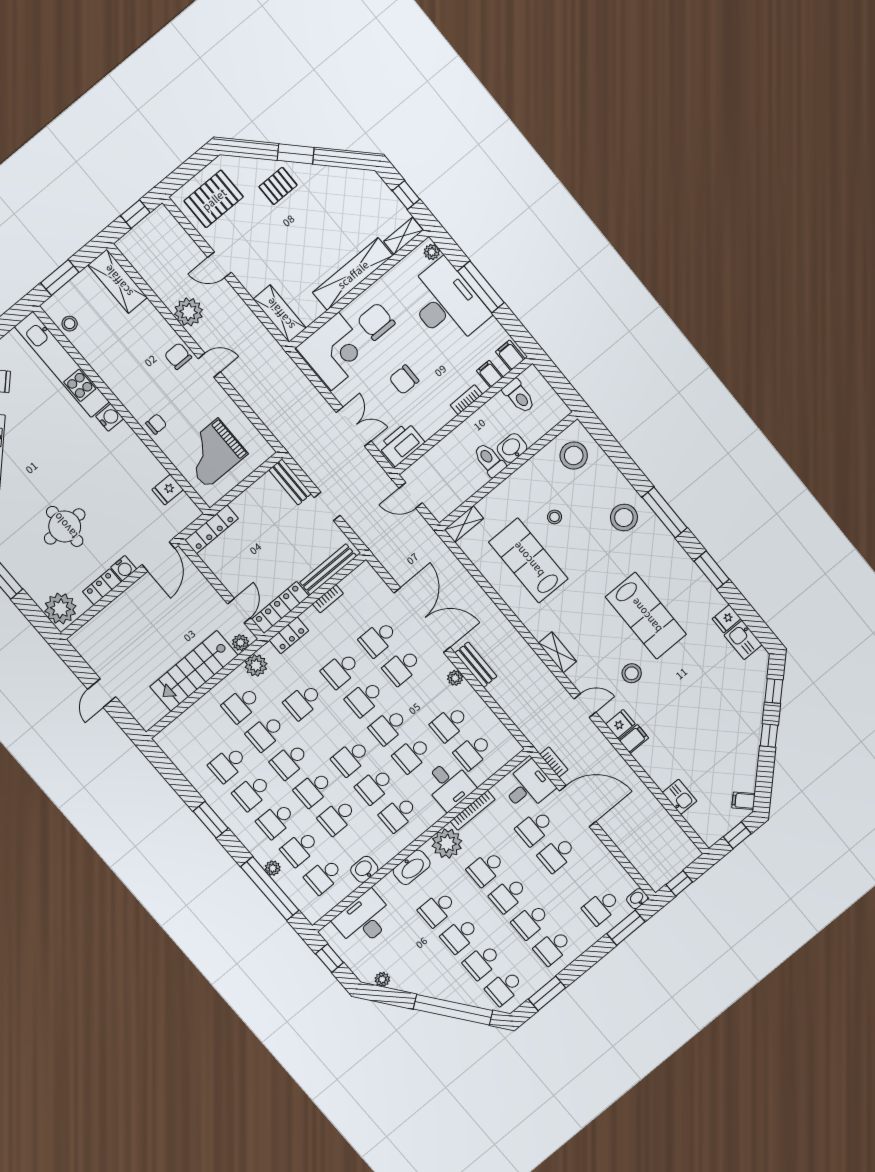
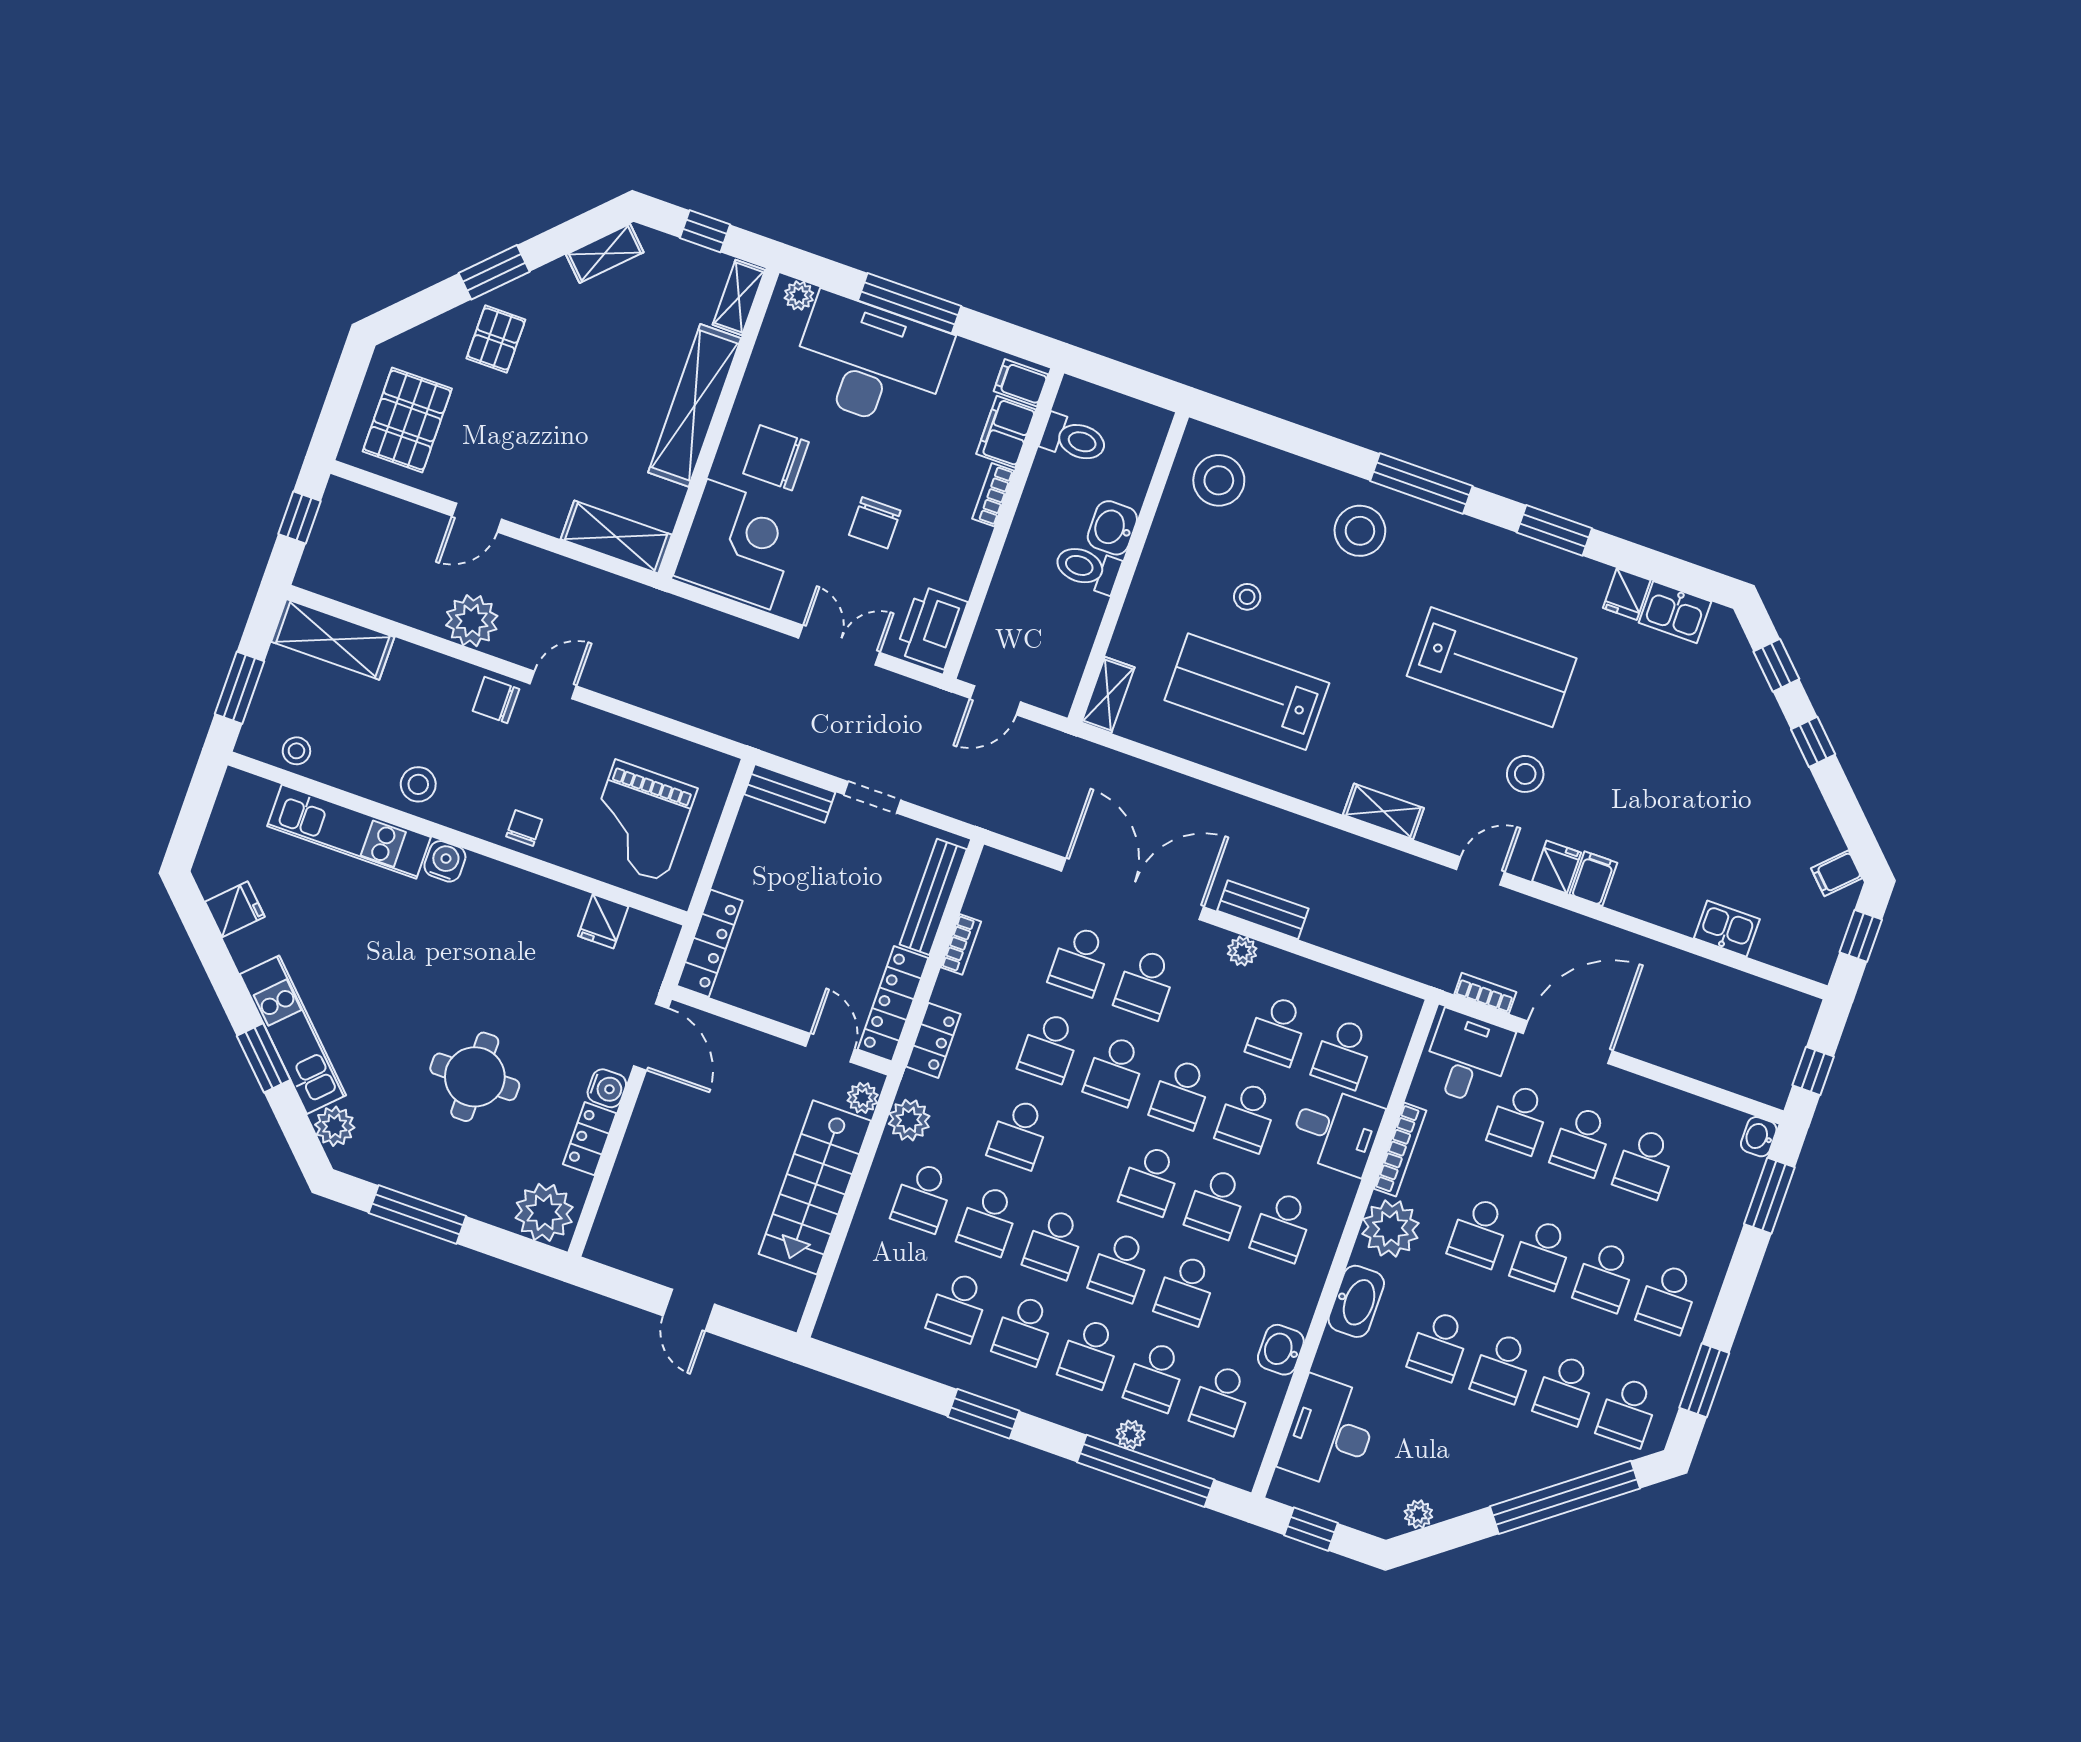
shelving: (353, 177) -> (605, 253), added
kitchen unit: (62, 364) -> (349, 832), width x0.73
stool: (118, 374) -> (418, 784), added
filing cabinet: (490, 374) -> (1006, 432), width x2.00
school desk: (601, 907) -> (1645, 1163), moved

